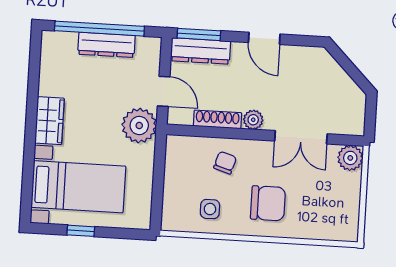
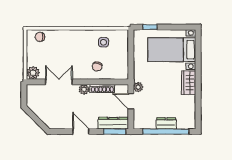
dresser: (106, 45) -> (166, 123), width x0.70
plant: (139, 126) -> (138, 87), width x0.53, depth x0.53
chair: (268, 203) -> (40, 37), moved, width x0.54, depth x0.54
window: (81, 231) -> (150, 27), moved

